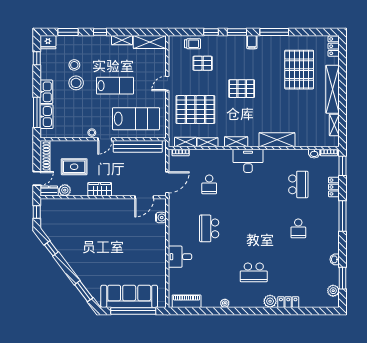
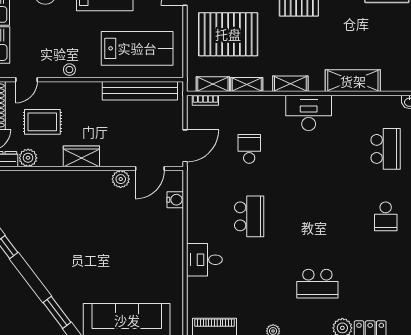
door: (105, 139) -> (26, 80), moved
school desk: (209, 184) -> (249, 149), turned 180
plant: (125, 204) -> (121, 179), added
school desk: (209, 228) -> (249, 216), turned 180

